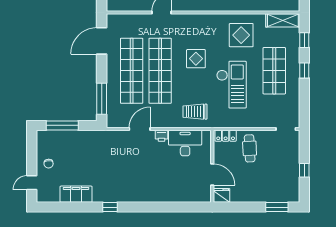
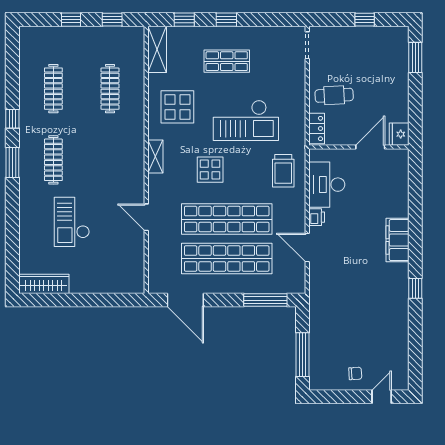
shelving: (205, 19) -> (155, 157), added
shop shelf: (274, 71) -> (227, 61), width x0.70, depth x0.74
checkout: (231, 85) -> (246, 120), turned 180
door: (32, 183) -> (382, 397), swing flipped
filing cabinet: (76, 194) -> (397, 240), moved

